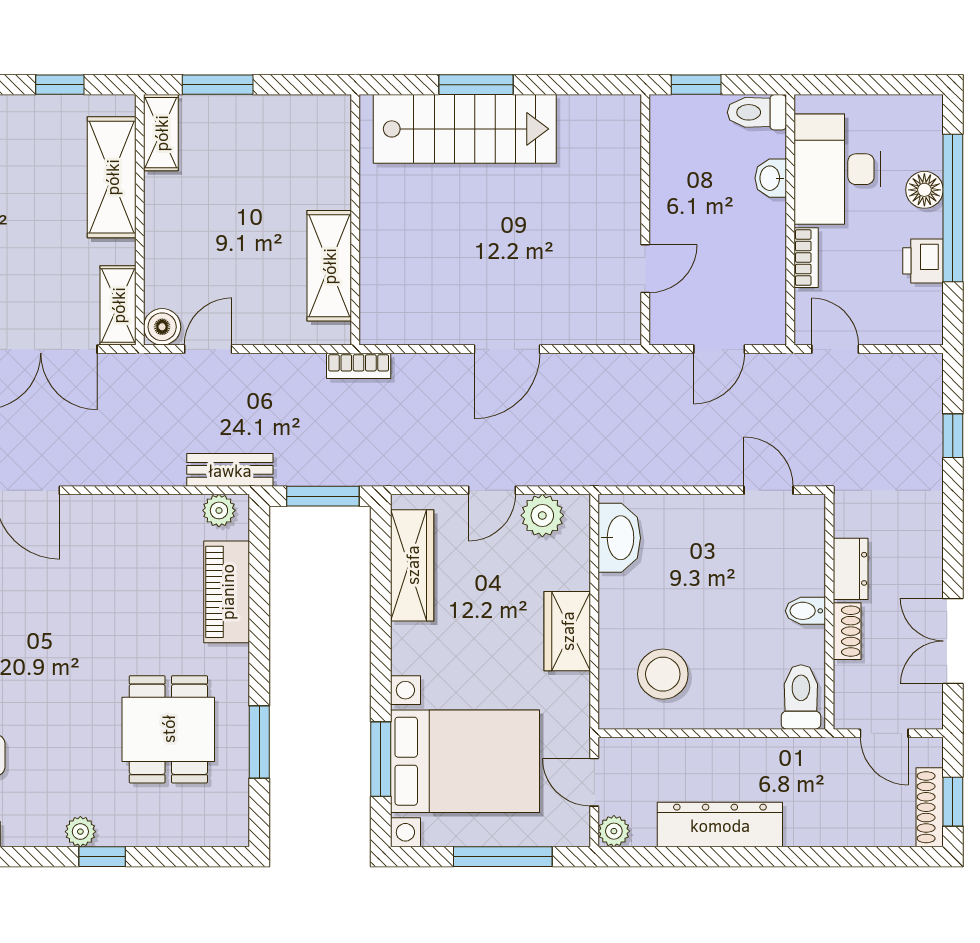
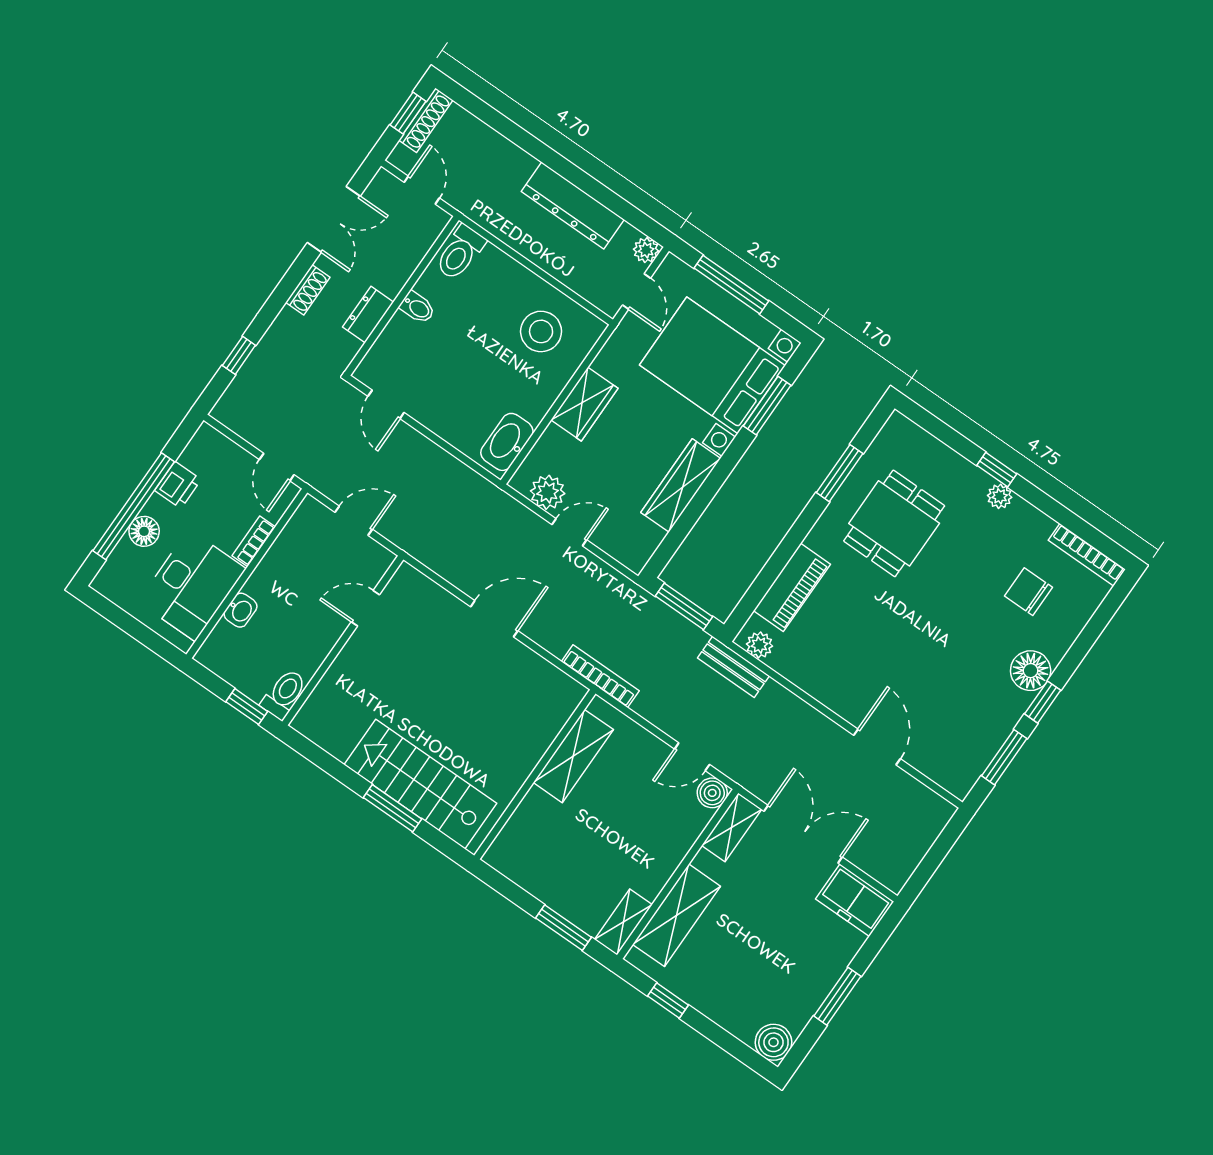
toilet: (757, 112) -> (284, 694), moved, turned -90
bookcase: (359, 366) -> (600, 676), width x1.56
wardrobe: (412, 565) -> (681, 485), moved
shoe rack: (847, 631) -> (308, 290), moved, turned 180

